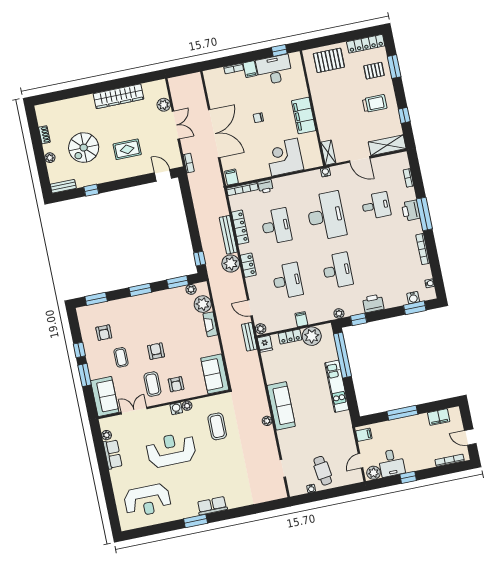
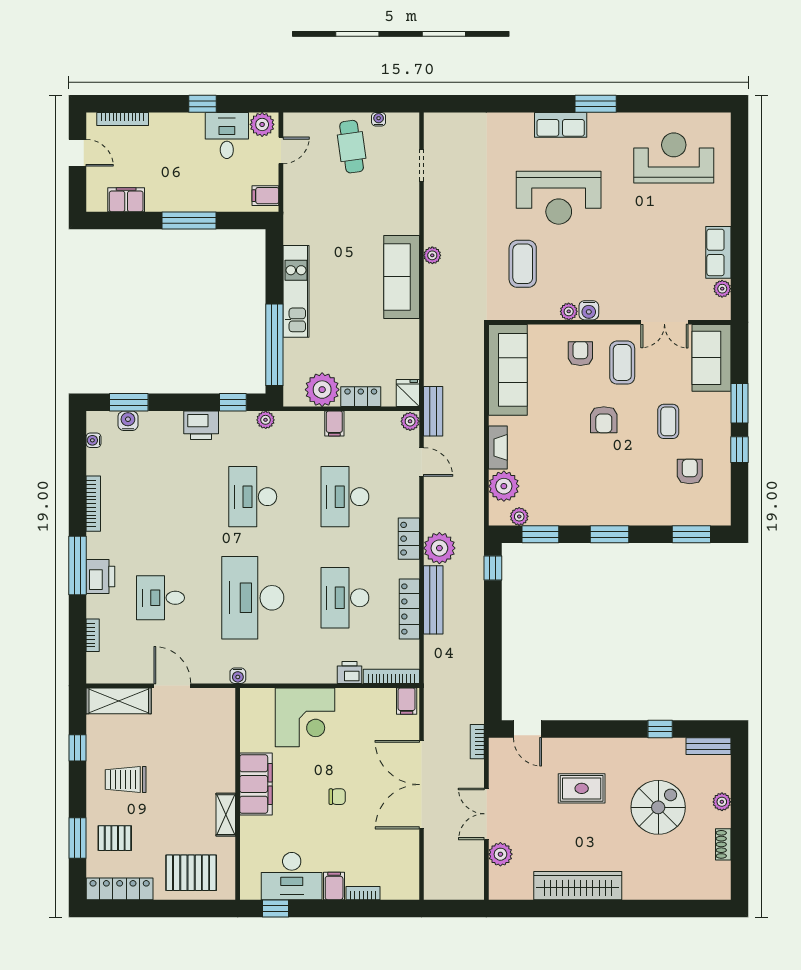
shelving: (328, 153) -> (226, 815), moved
sofa: (215, 374) -> (508, 370), width x1.36
reception desk: (171, 450) -> (559, 198), moved

